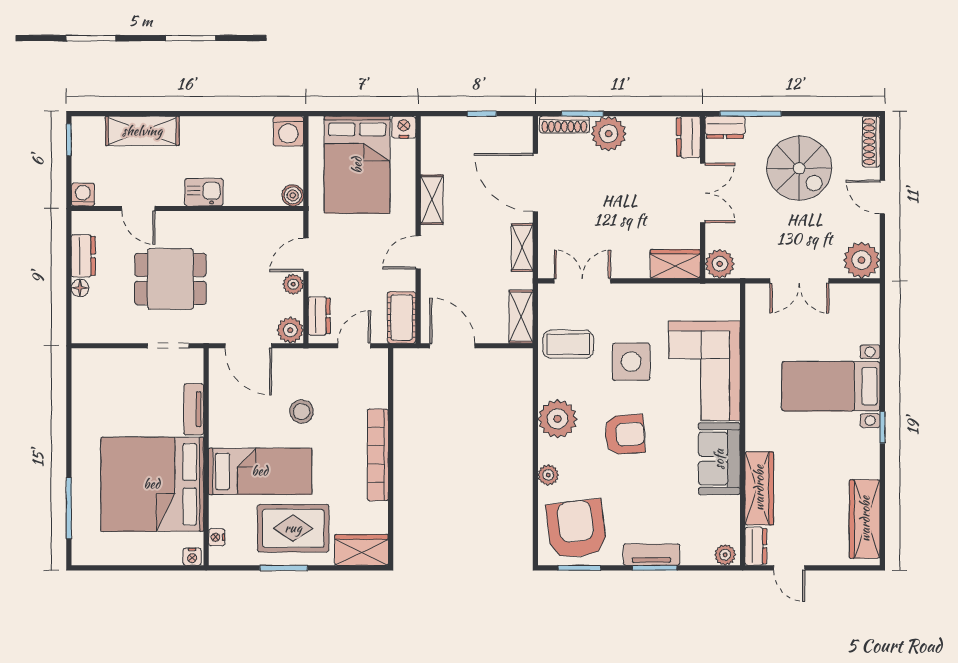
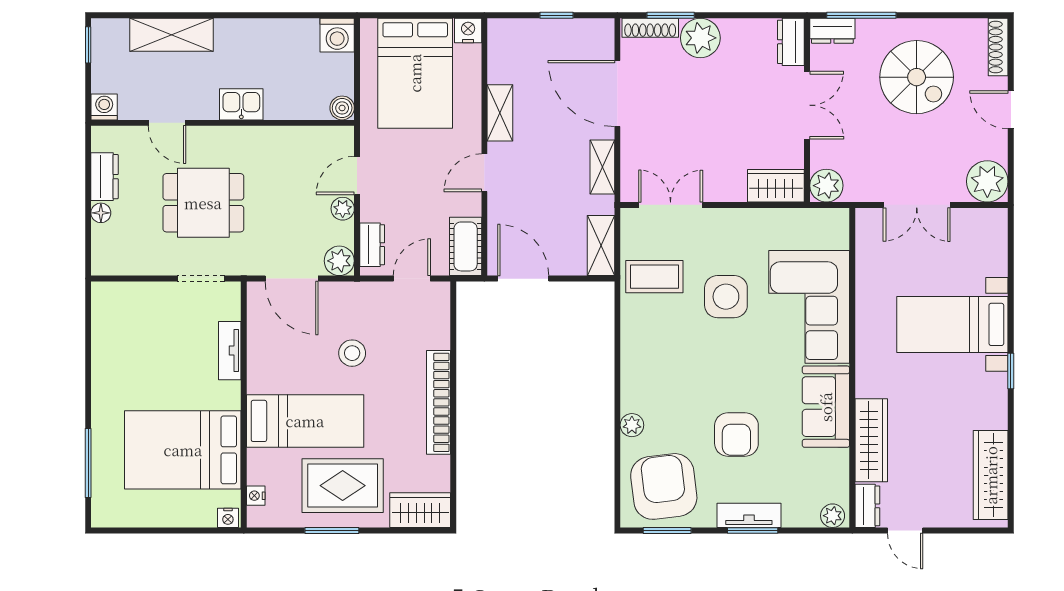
plant: (557, 419) -> (642, 361), removed
armchair: (625, 434) -> (736, 434), moved, turned 94
bed: (152, 484) -> (183, 450), width x0.73

